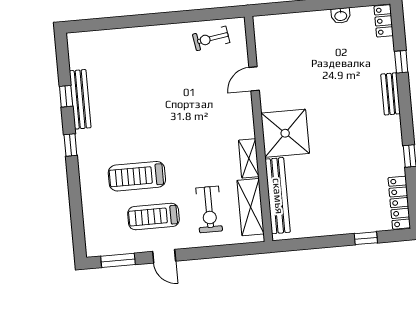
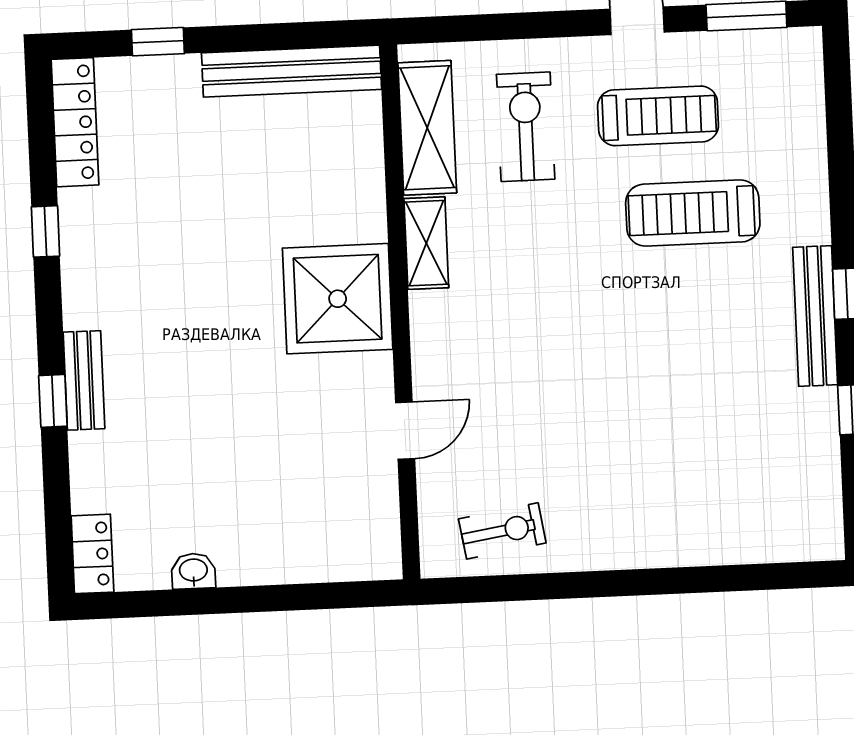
window: (401, 62) -> (53, 401), moved
bench: (80, 99) -> (815, 316), moved
treadmill: (137, 176) -> (693, 213), turned 180
bench: (278, 196) -> (292, 71), moved, turned 90

